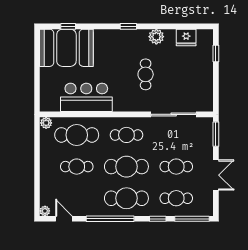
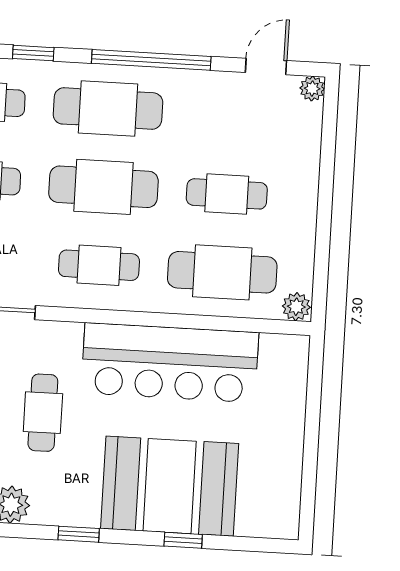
window: (68, 26) -> (183, 540), moved
booth: (66, 48) -> (170, 486), moved
bar counter: (86, 97) -> (170, 363), width x1.36
door: (64, 219) -> (266, 66), swing flipped

